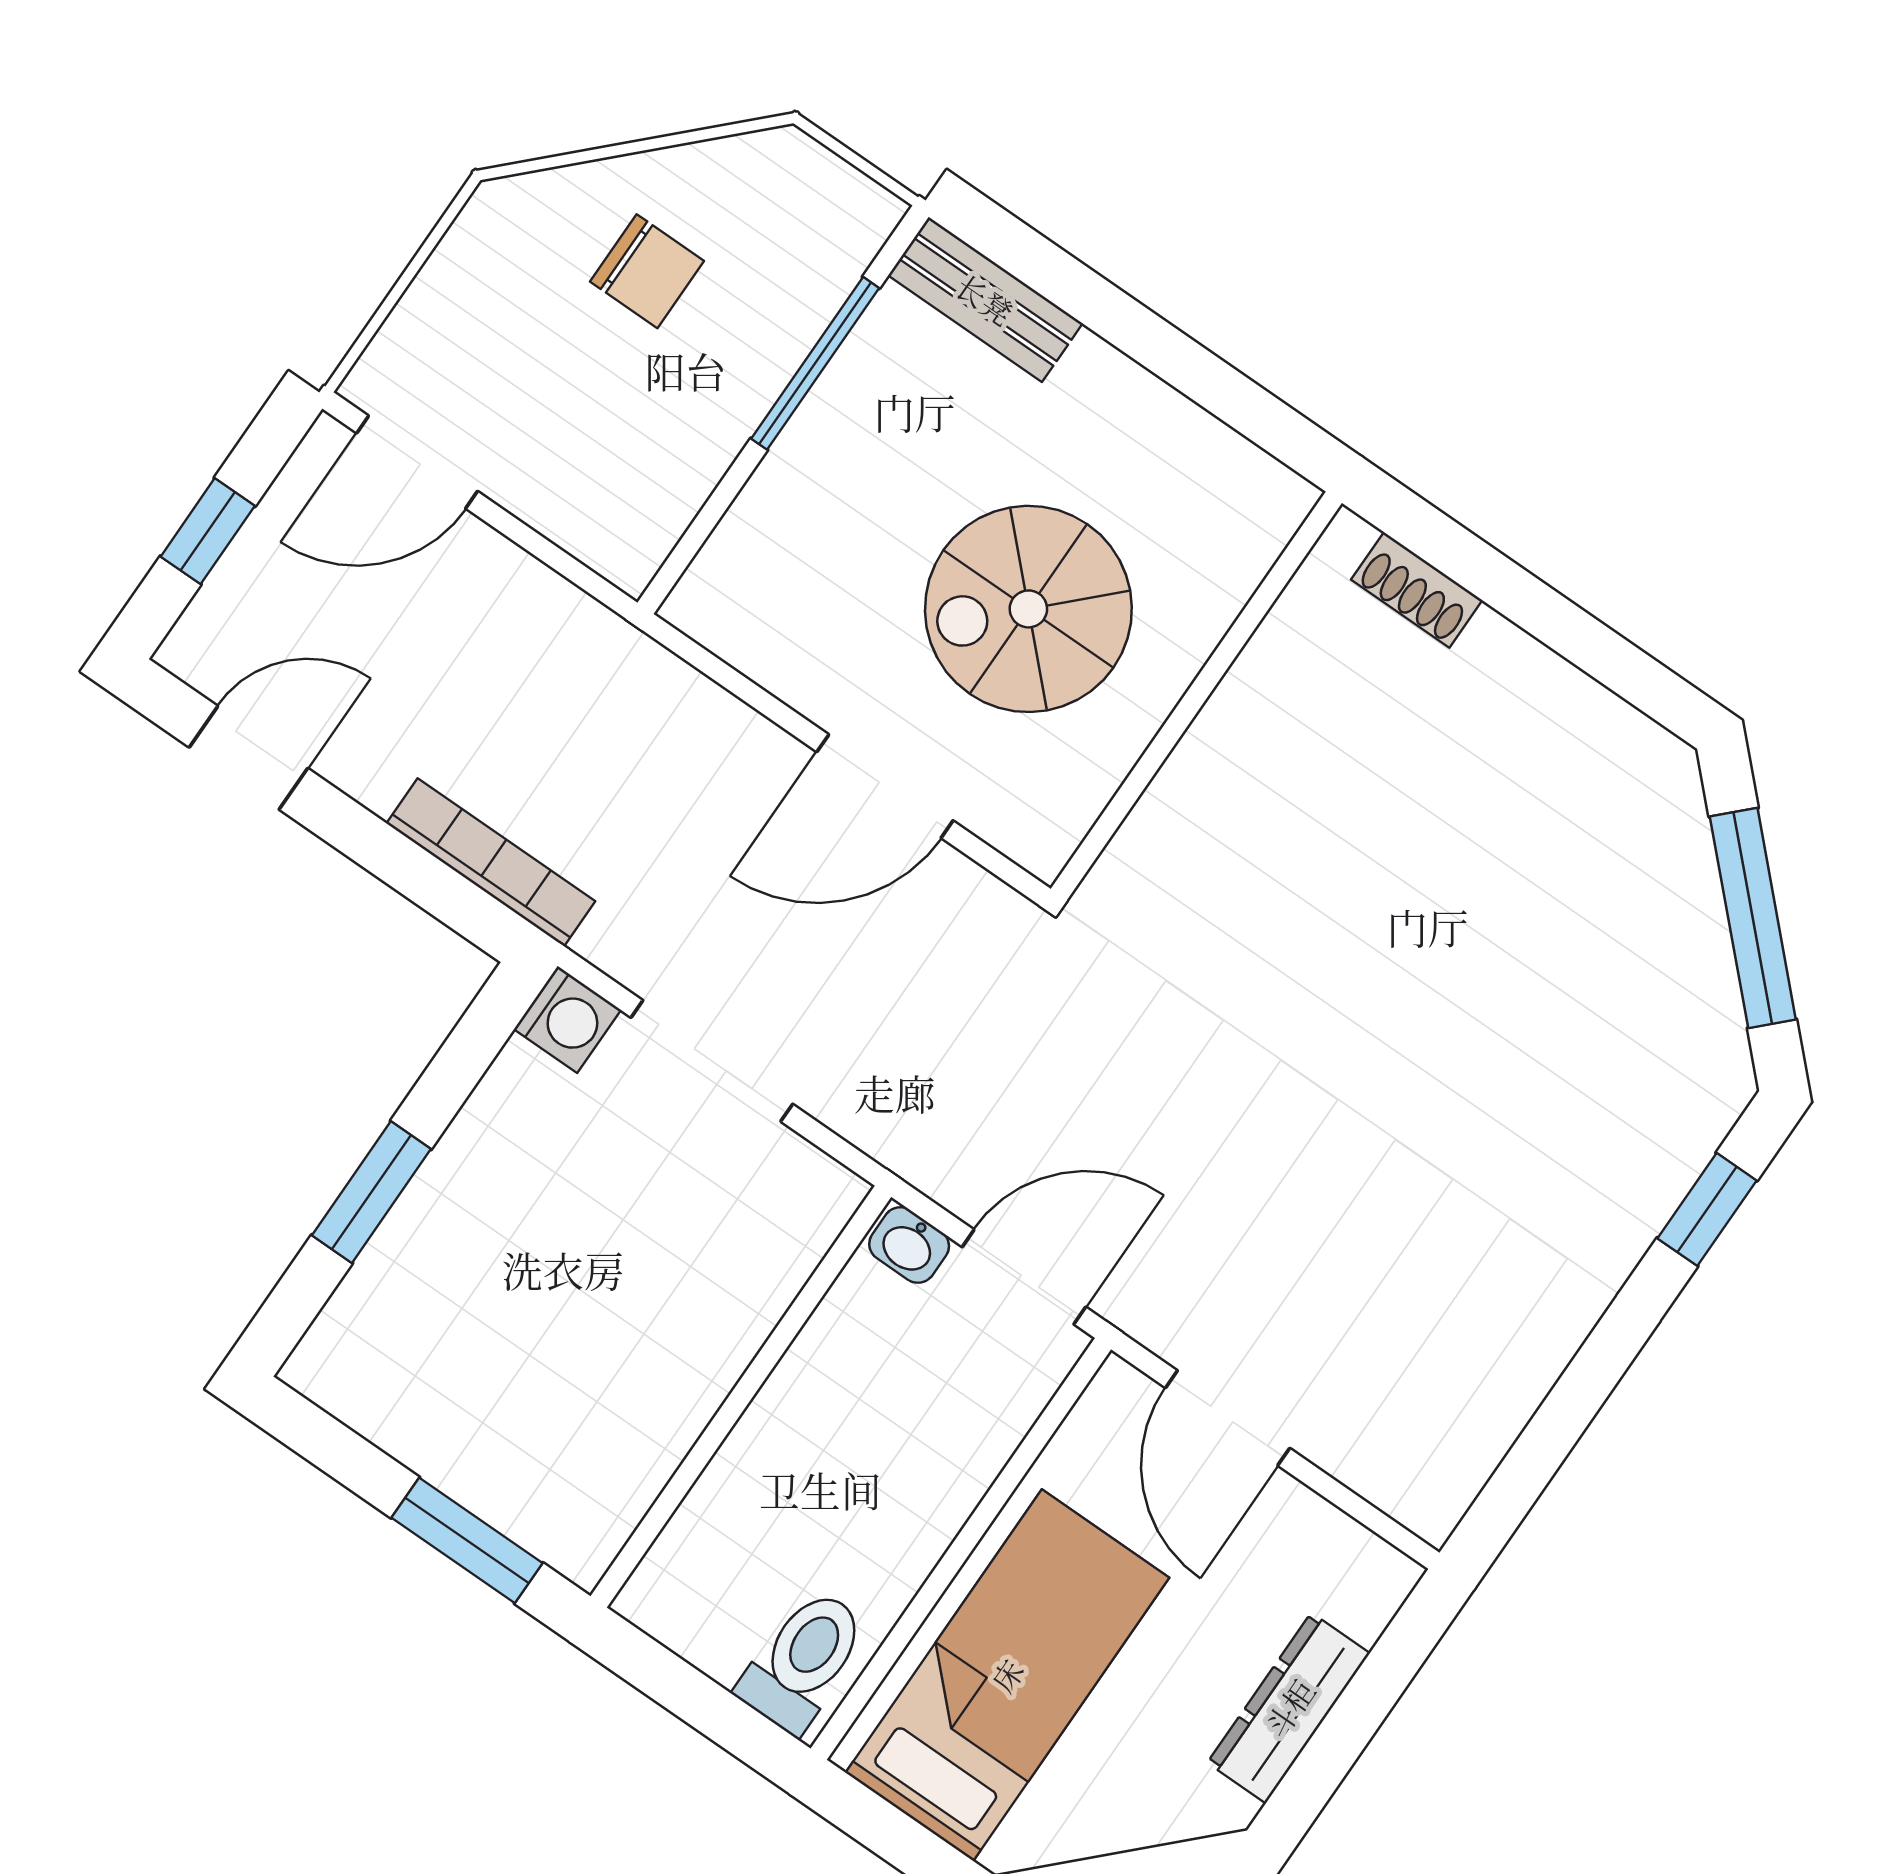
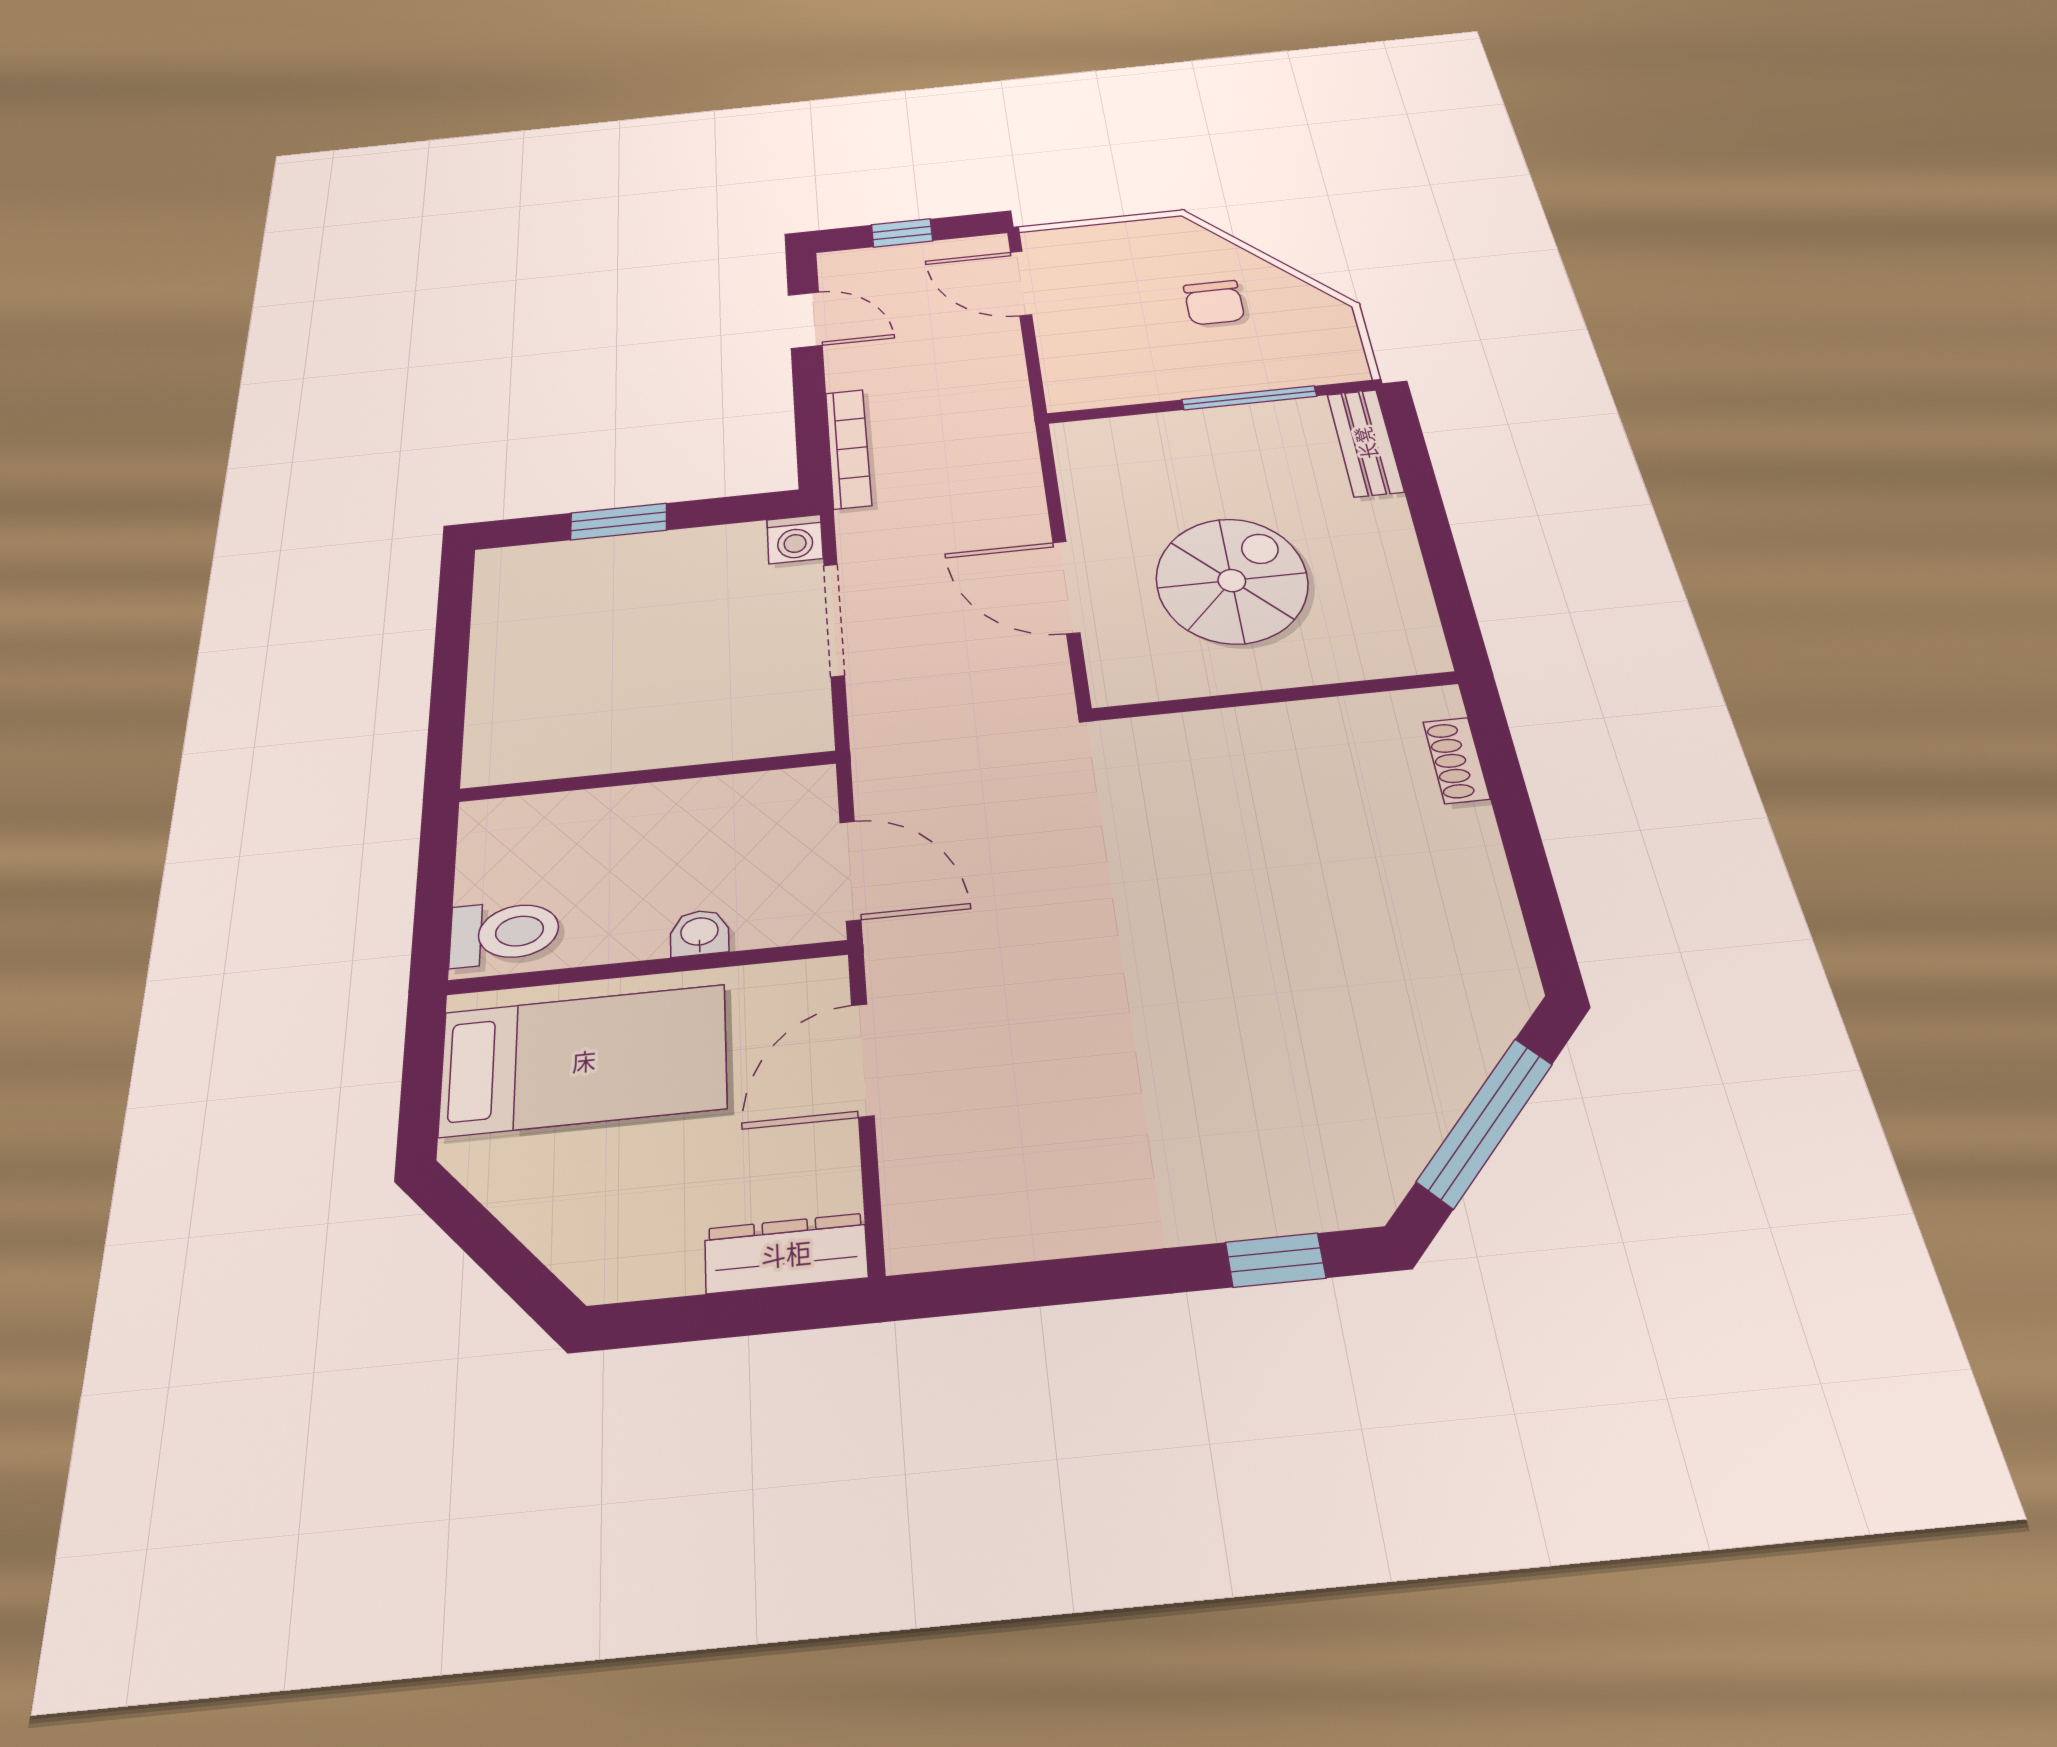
spiral stairs: (1028, 609) -> (1232, 581), turned 90
washbasin: (909, 1245) -> (699, 933), moved, turned 90
window: (467, 1540) -> (448, 703), removed
dresser: (1289, 1708) -> (786, 1253), moved

